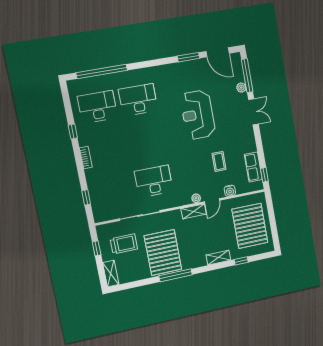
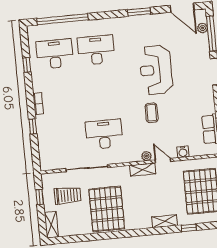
window: (188, 57) -> (139, 12), moved
plant: (241, 88) -> (203, 28), moved
window: (73, 132) -> (27, 65), moved
coffee table: (219, 161) -> (152, 113), moved
window: (86, 197) -> (33, 126), moved
door: (212, 201) -> (163, 161), swing flipped
window: (176, 275) -> (118, 235), removed

